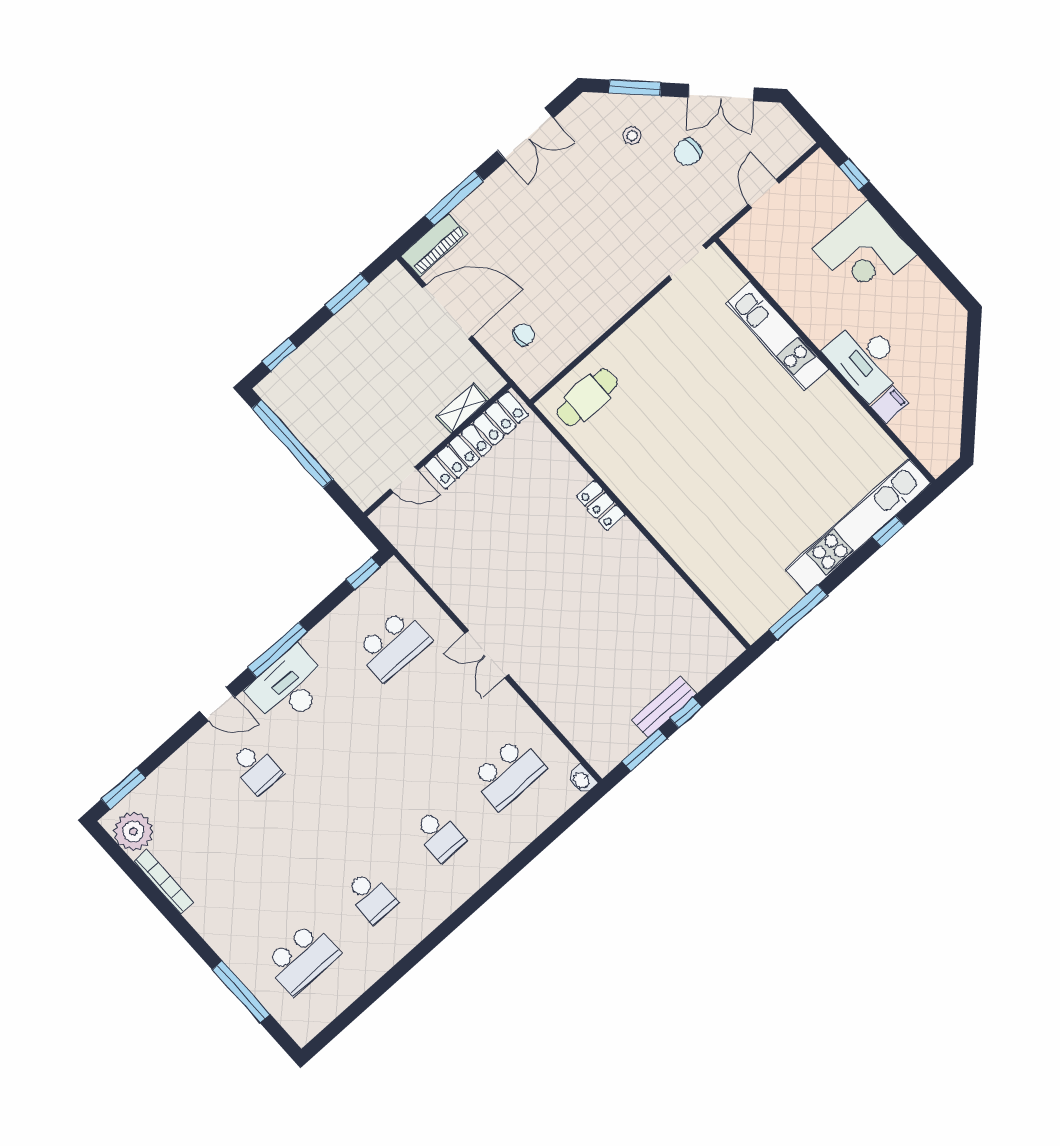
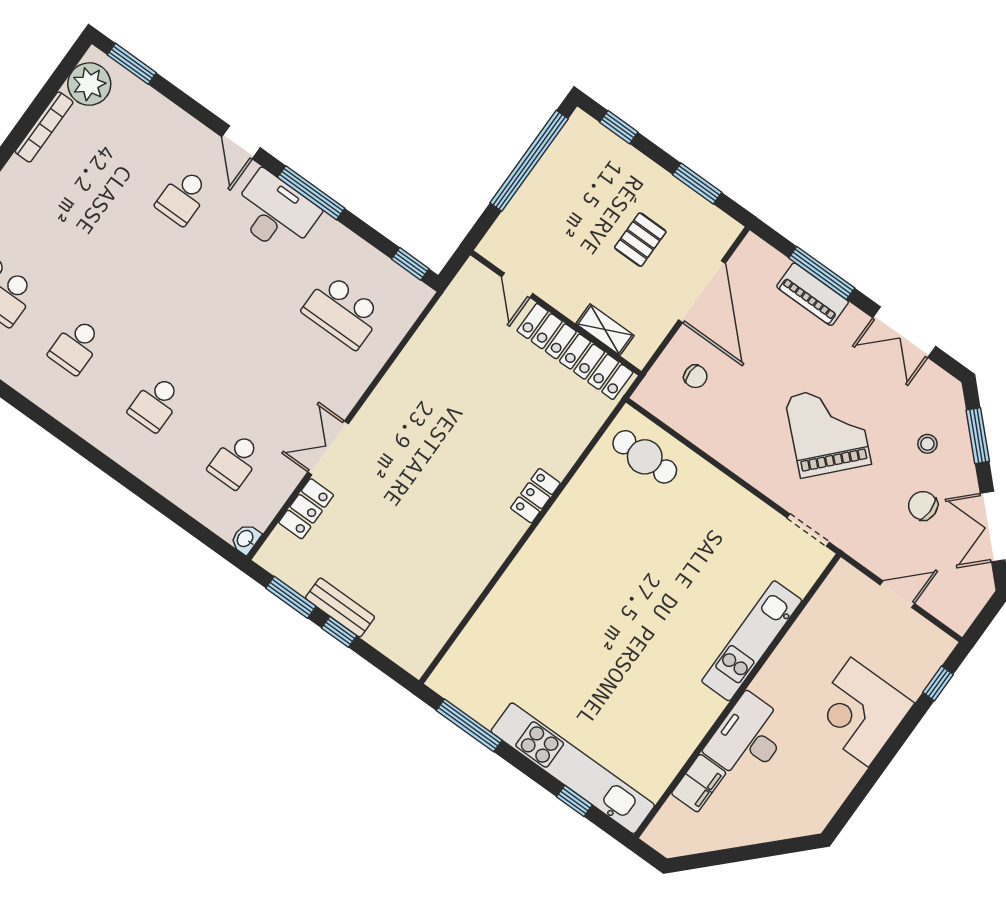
grand piano: (600, 224) -> (828, 431), added
piano: (434, 245) -> (813, 294), moved
pallet: (387, 358) -> (640, 240), added
filing cabinet: (889, 405) -> (699, 783), width x2.00
double door: (487, 654) -> (328, 448), moved
locker: (566, 718) -> (306, 509), added
school desk: (508, 774) -> (235, 461), width x0.54

